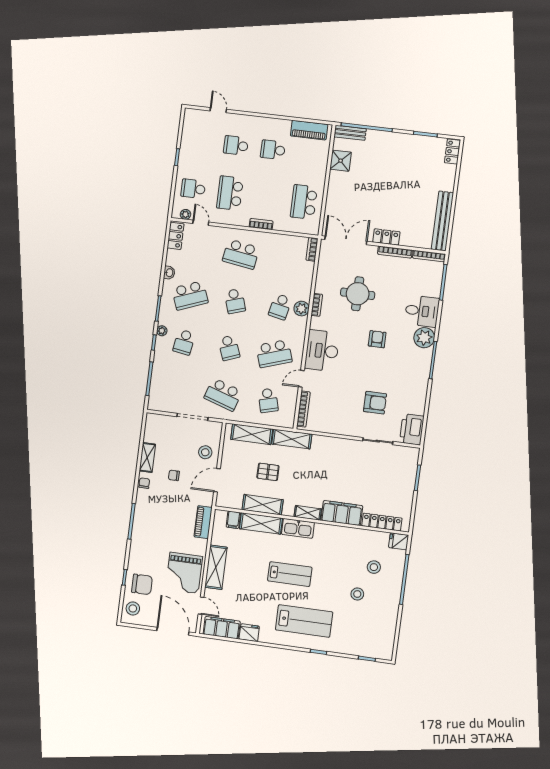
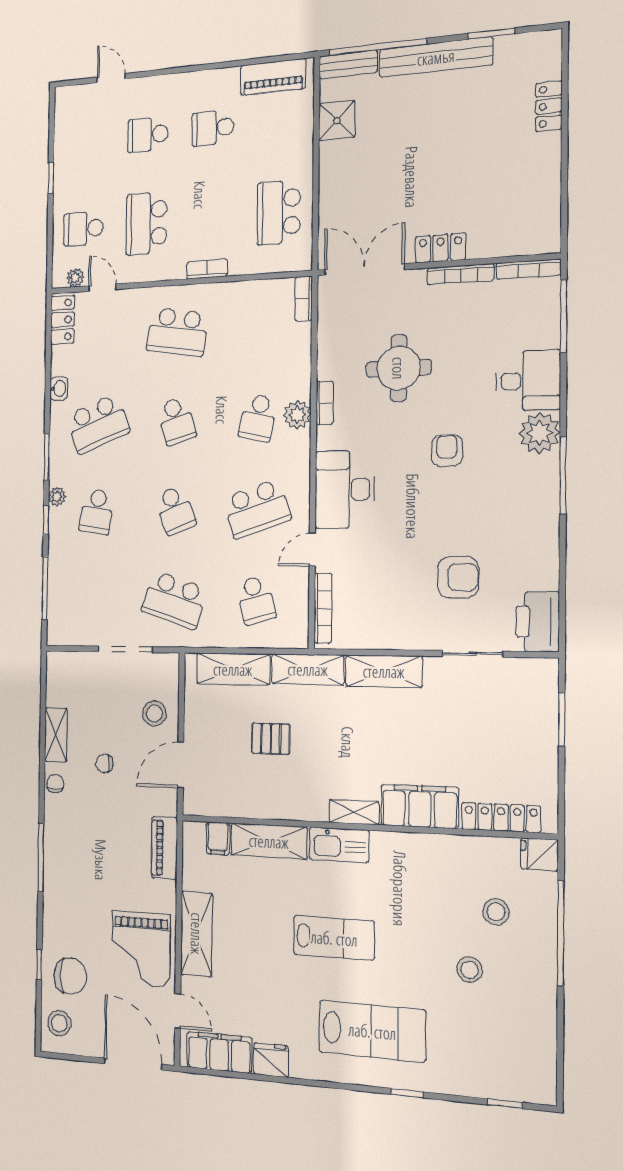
locker: (452, 152) -> (549, 106), moved
bench: (442, 221) -> (436, 57), moved, turned 90
shelving: (263, 505) -> (384, 671), moved

